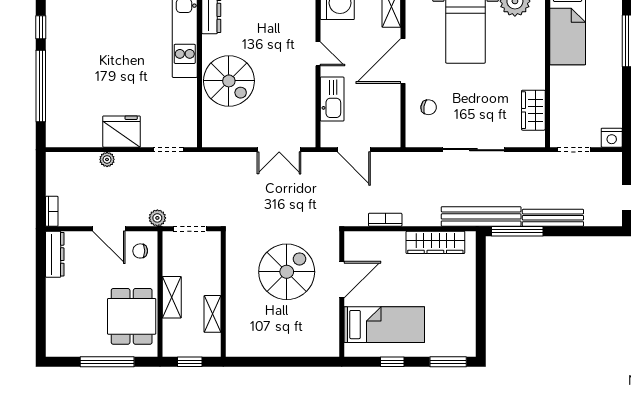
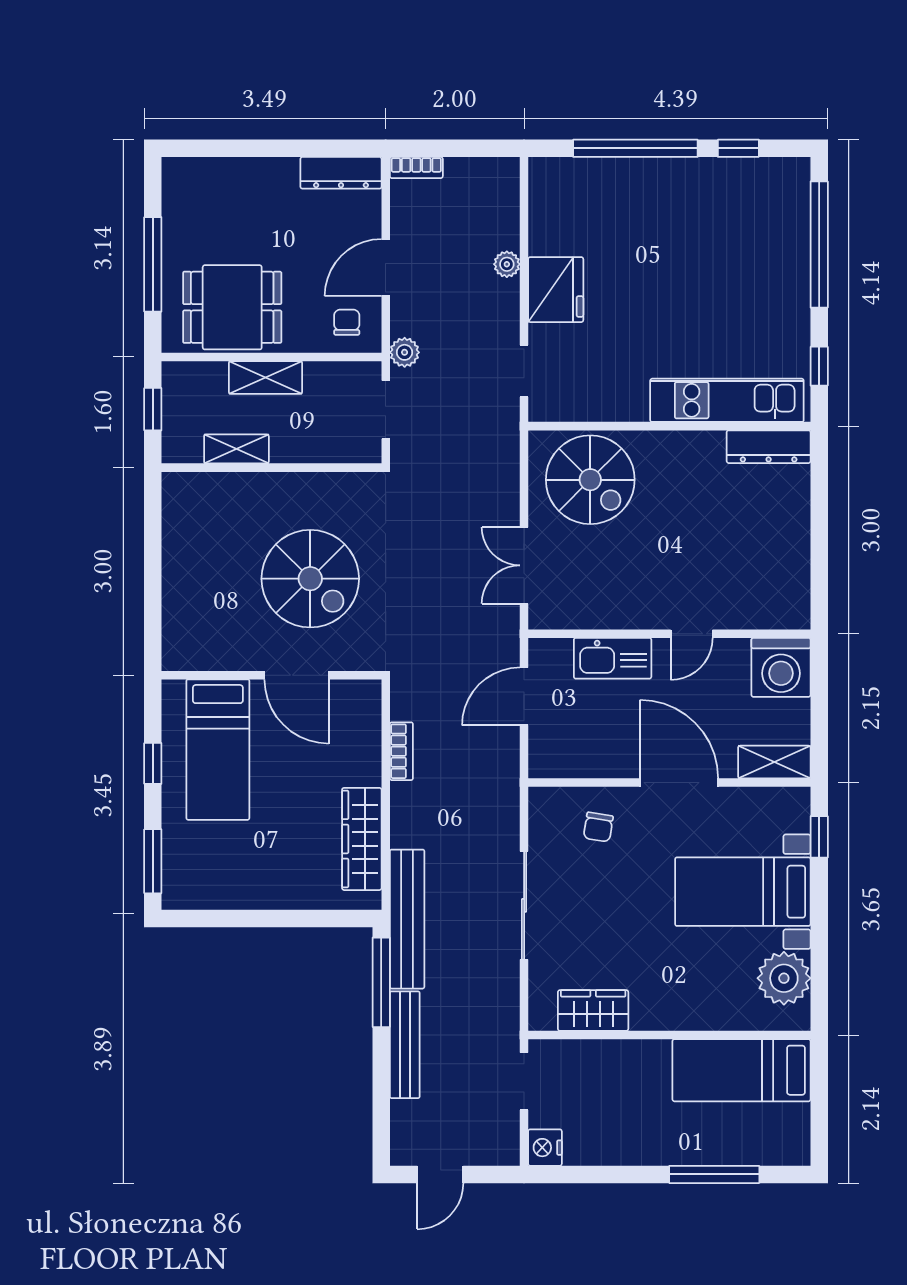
spiral stairs: (229, 81) -> (590, 480), moved, turned -90

